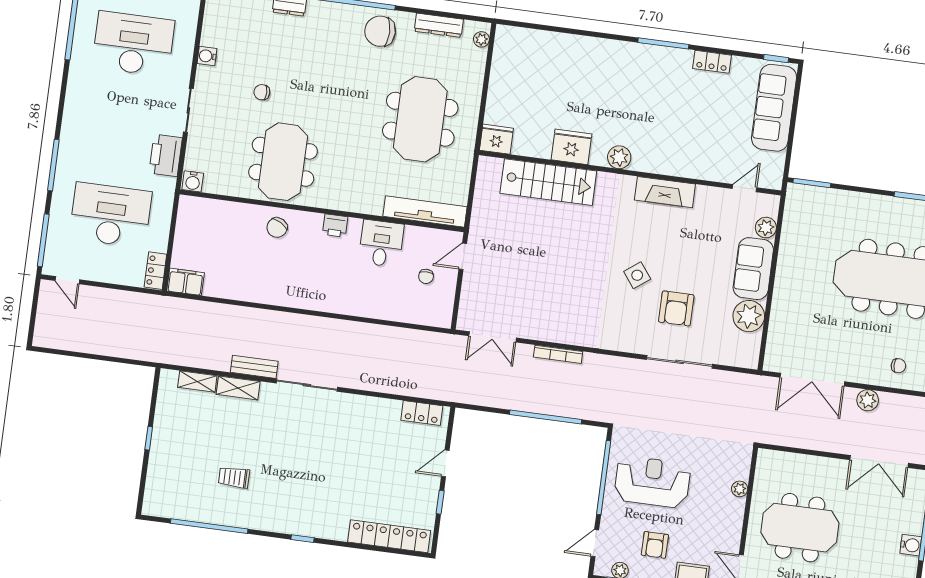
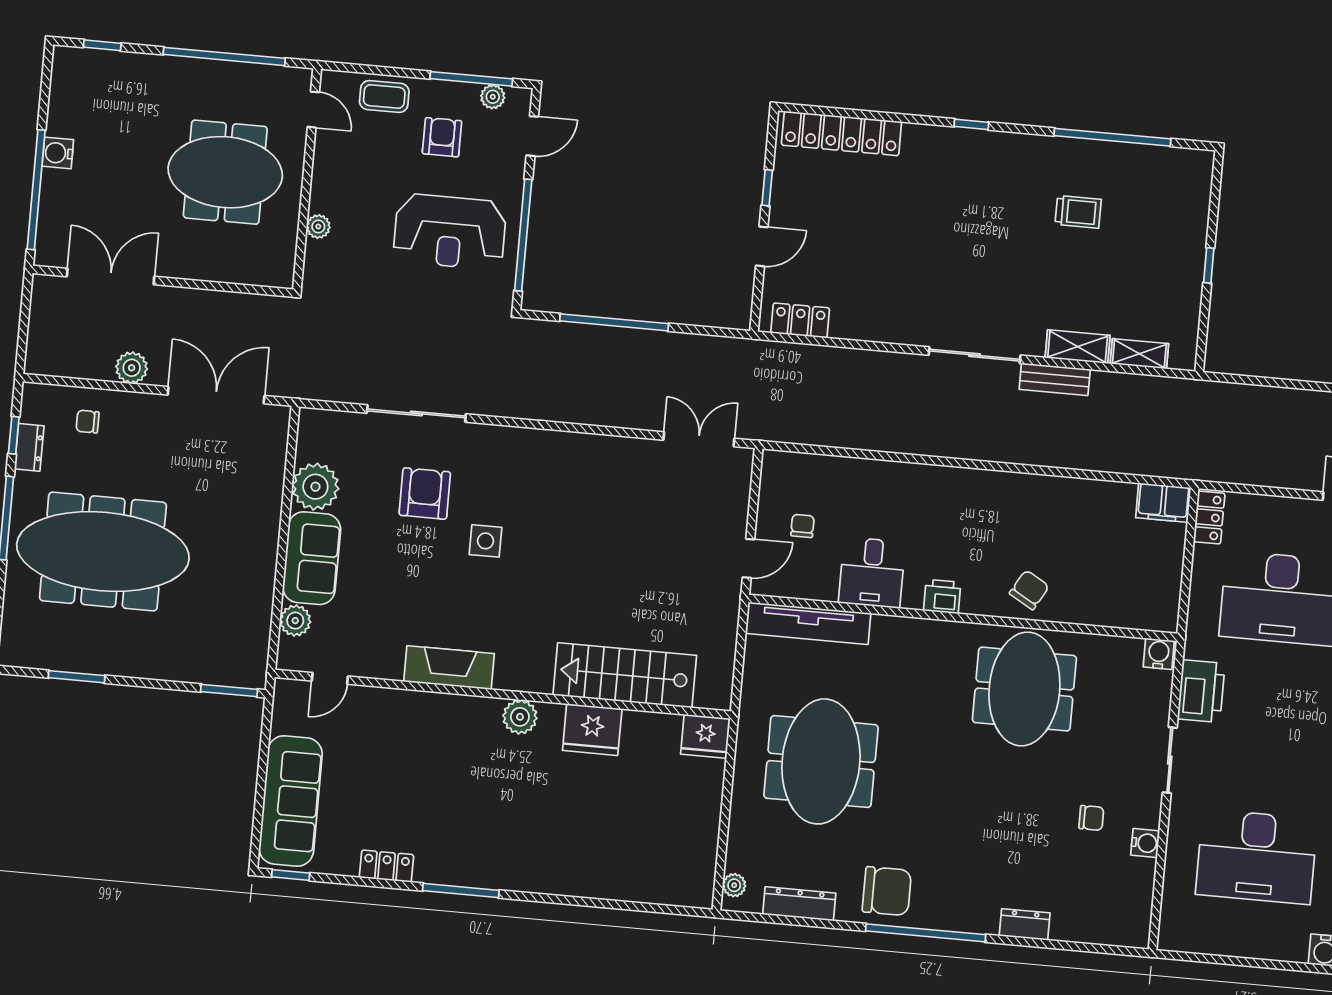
chair: (262, 92) -> (1091, 818), moved
side table: (637, 275) -> (486, 541), turned 37
bookcase: (558, 354) -> (599, 417), removed

